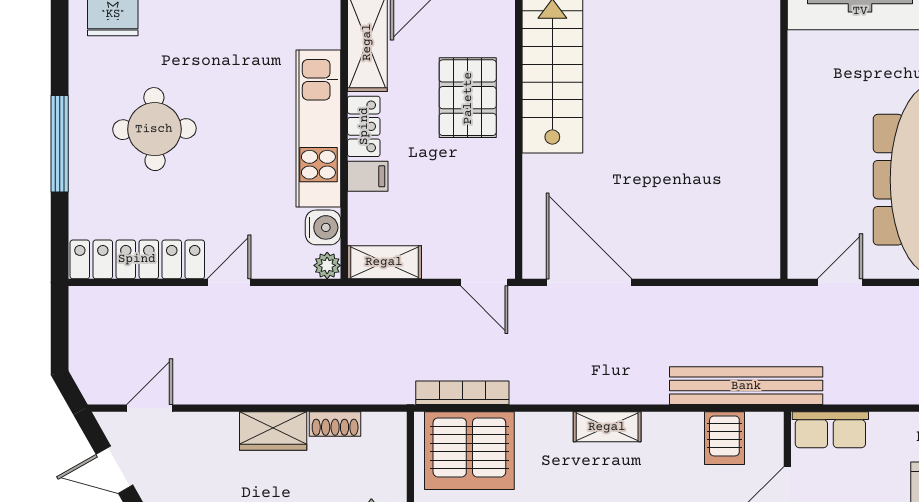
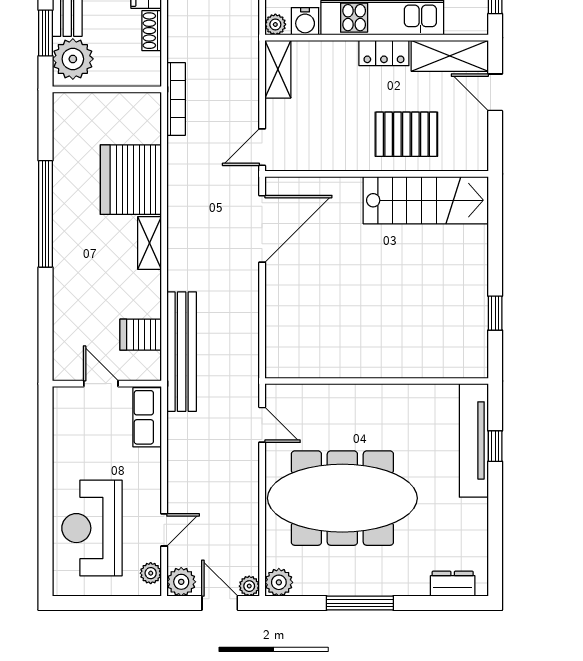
filing cabinet: (368, 176) -> (345, 56), removed
bookcase: (462, 393) -> (176, 99), moved
server rack: (469, 451) -> (131, 180), moved

